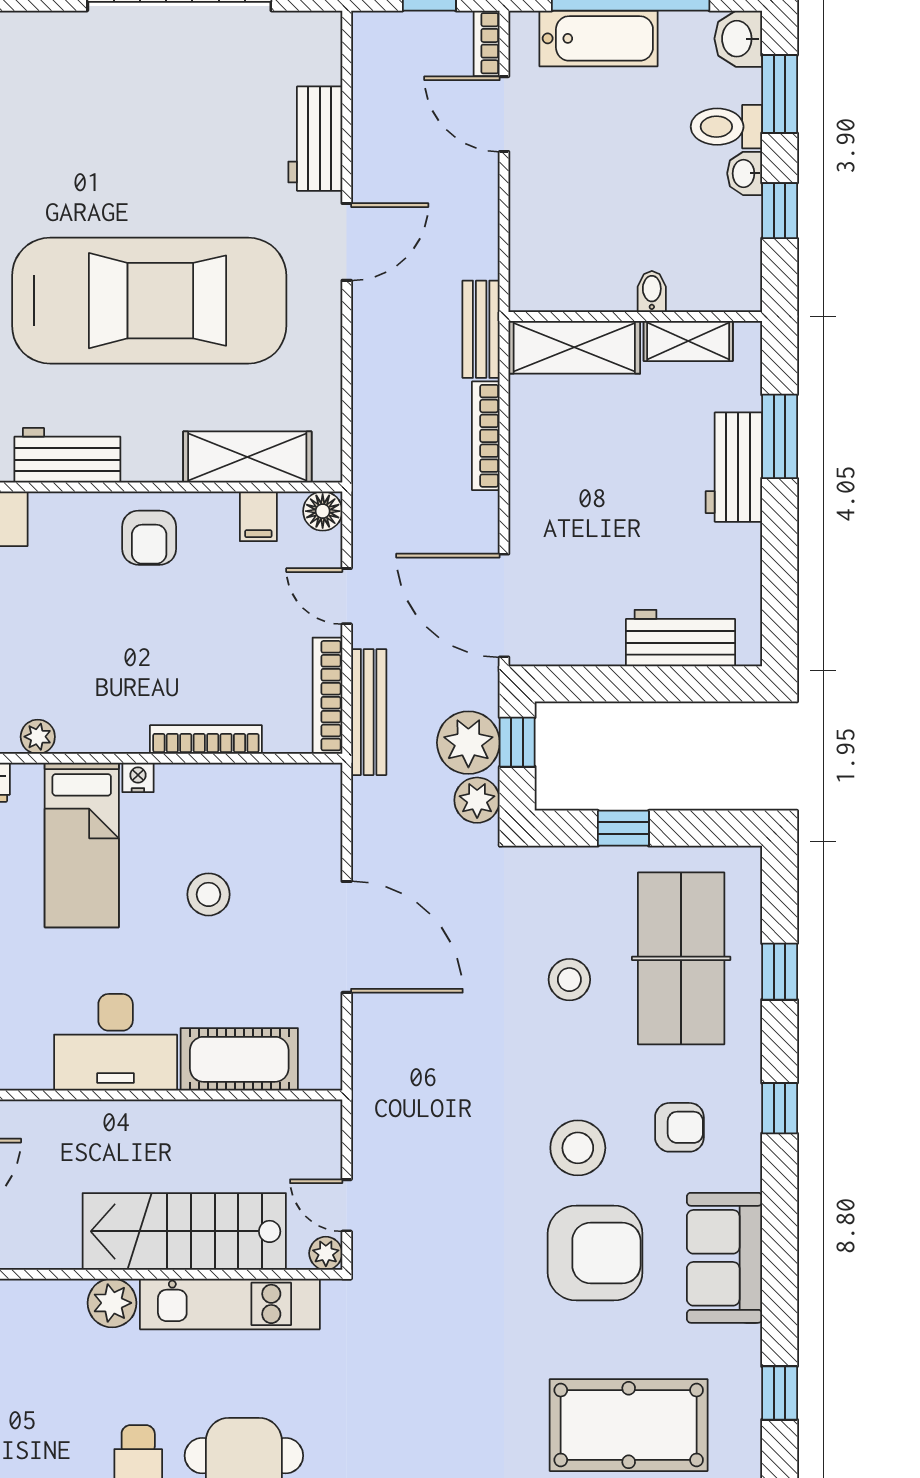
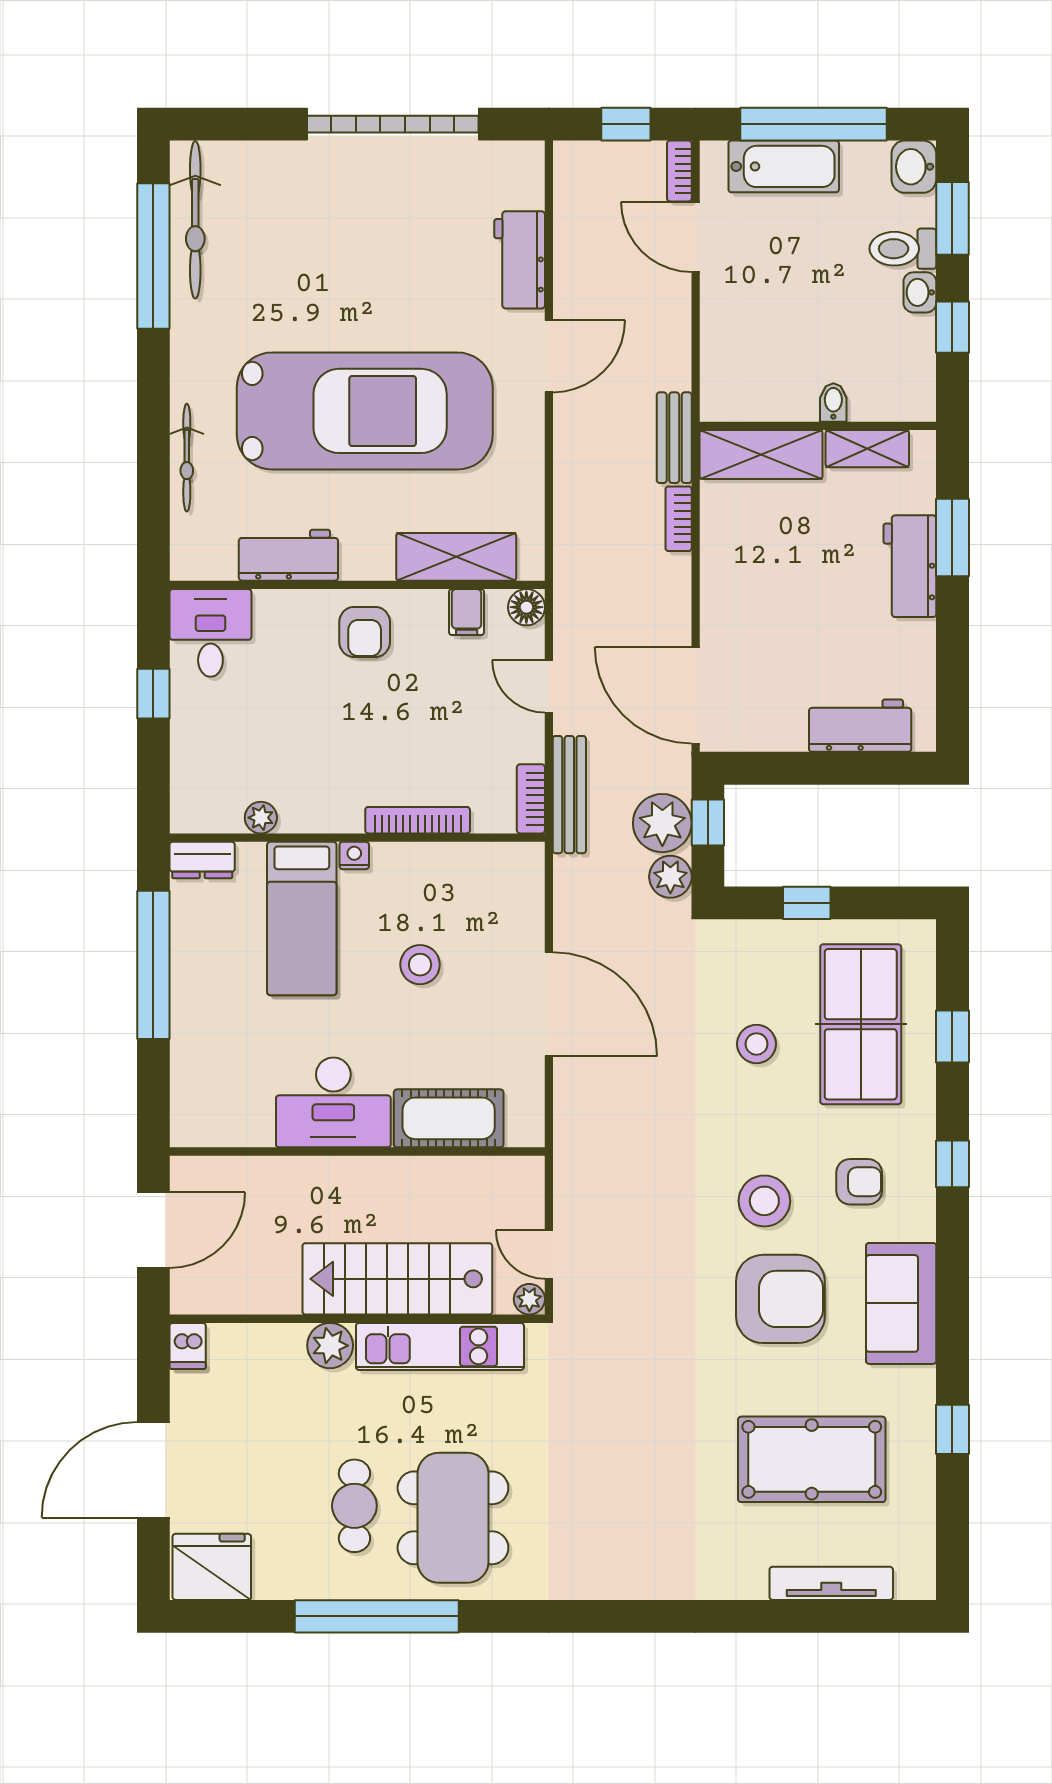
bookcase: (486, 436) -> (679, 519), width x0.64
bookcase: (327, 696) -> (531, 799), width x0.64

